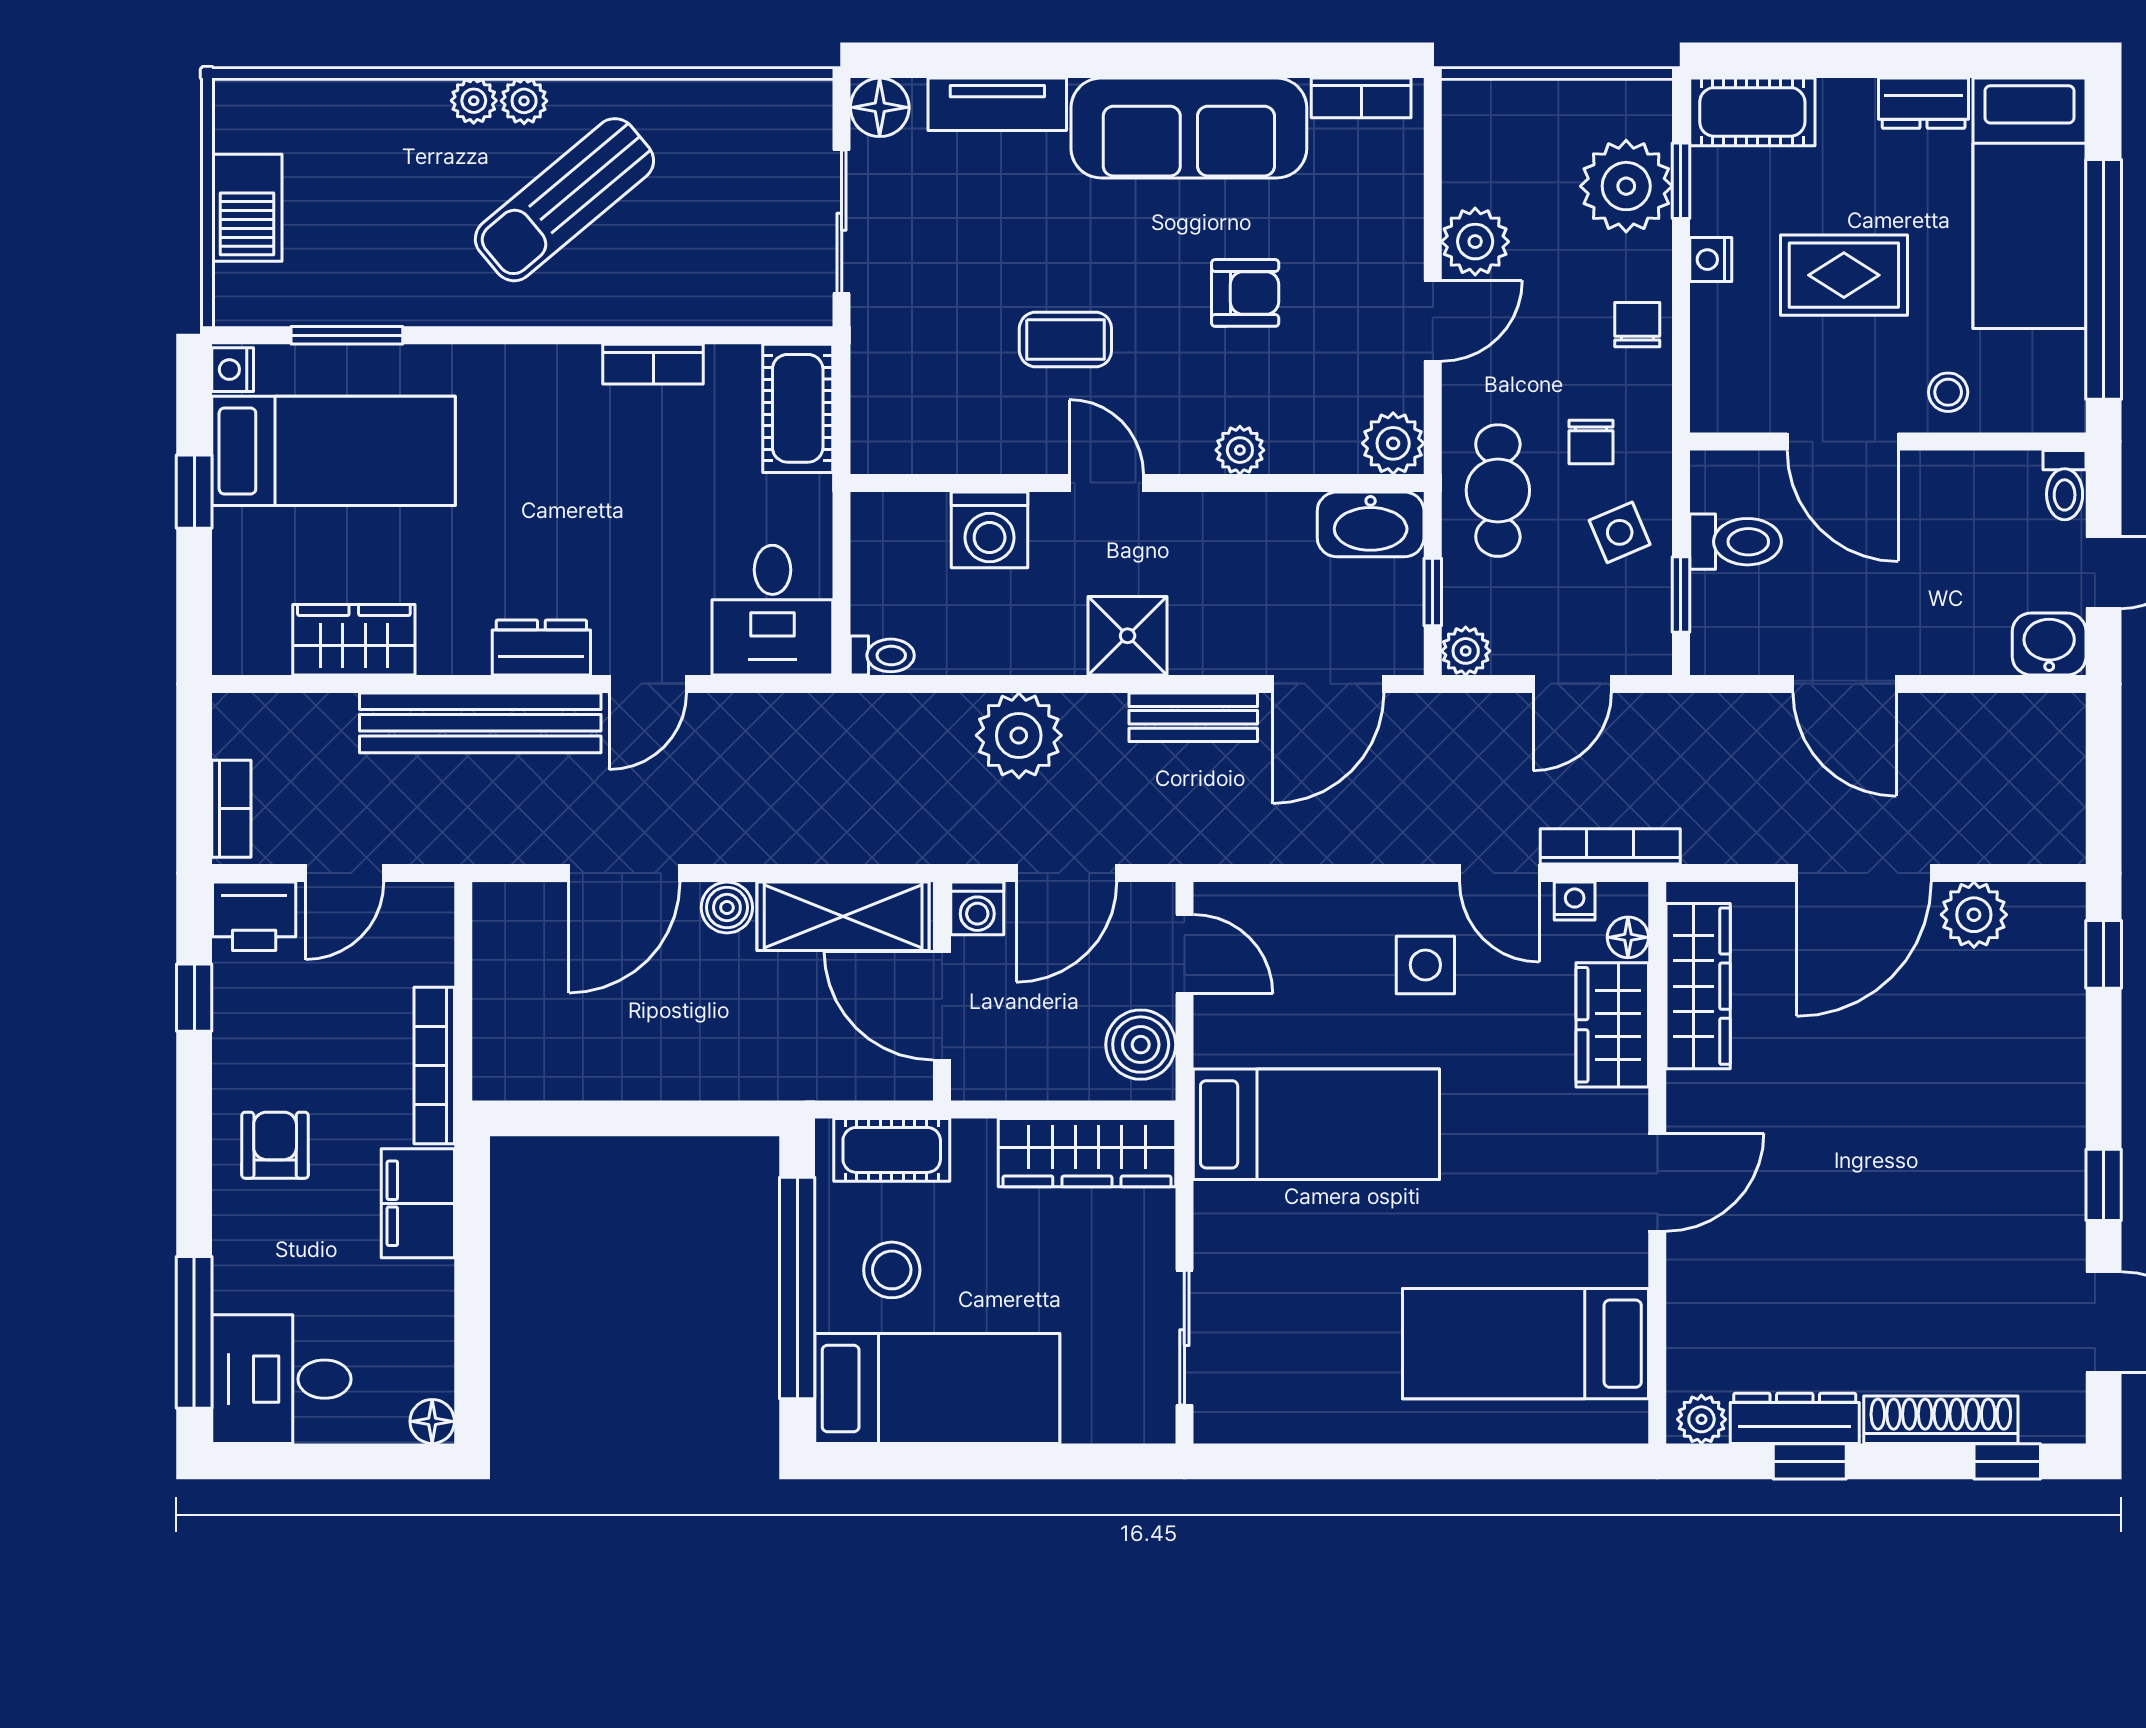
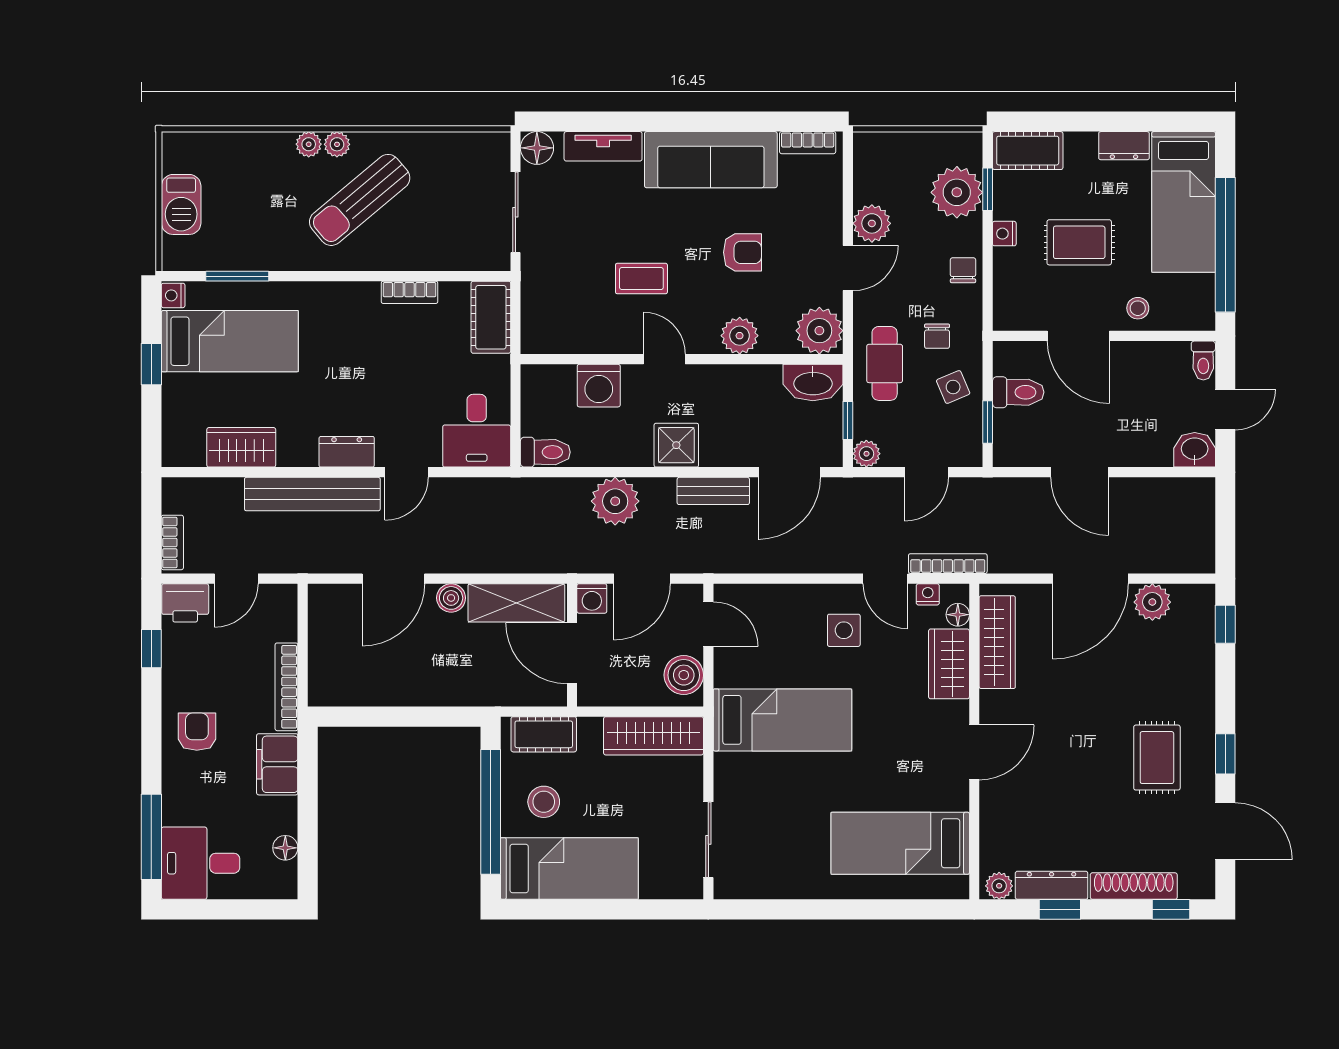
plant: (1393, 443) -> (819, 331), width x1.36, depth x1.36
plant: (1240, 450) -> (740, 336), width x1.38, depth x1.38
toilet: (882, 655) -> (545, 452), width x1.37, depth x1.39
rug: (1982, 1191) -> (1157, 758), added
floor lamp: (432, 1421) -> (285, 848), moved

